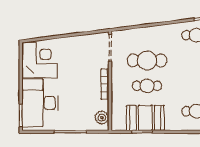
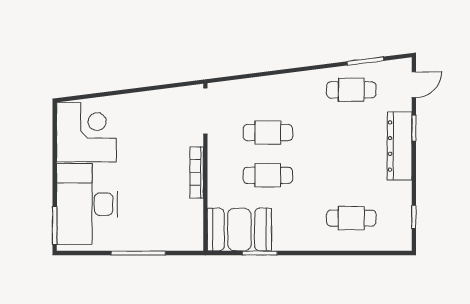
cafe table: (147, 60) -> (268, 133), width x0.73, depth x0.74
plant: (102, 118) -> (192, 229), removed
booth: (145, 118) -> (239, 230), moved

